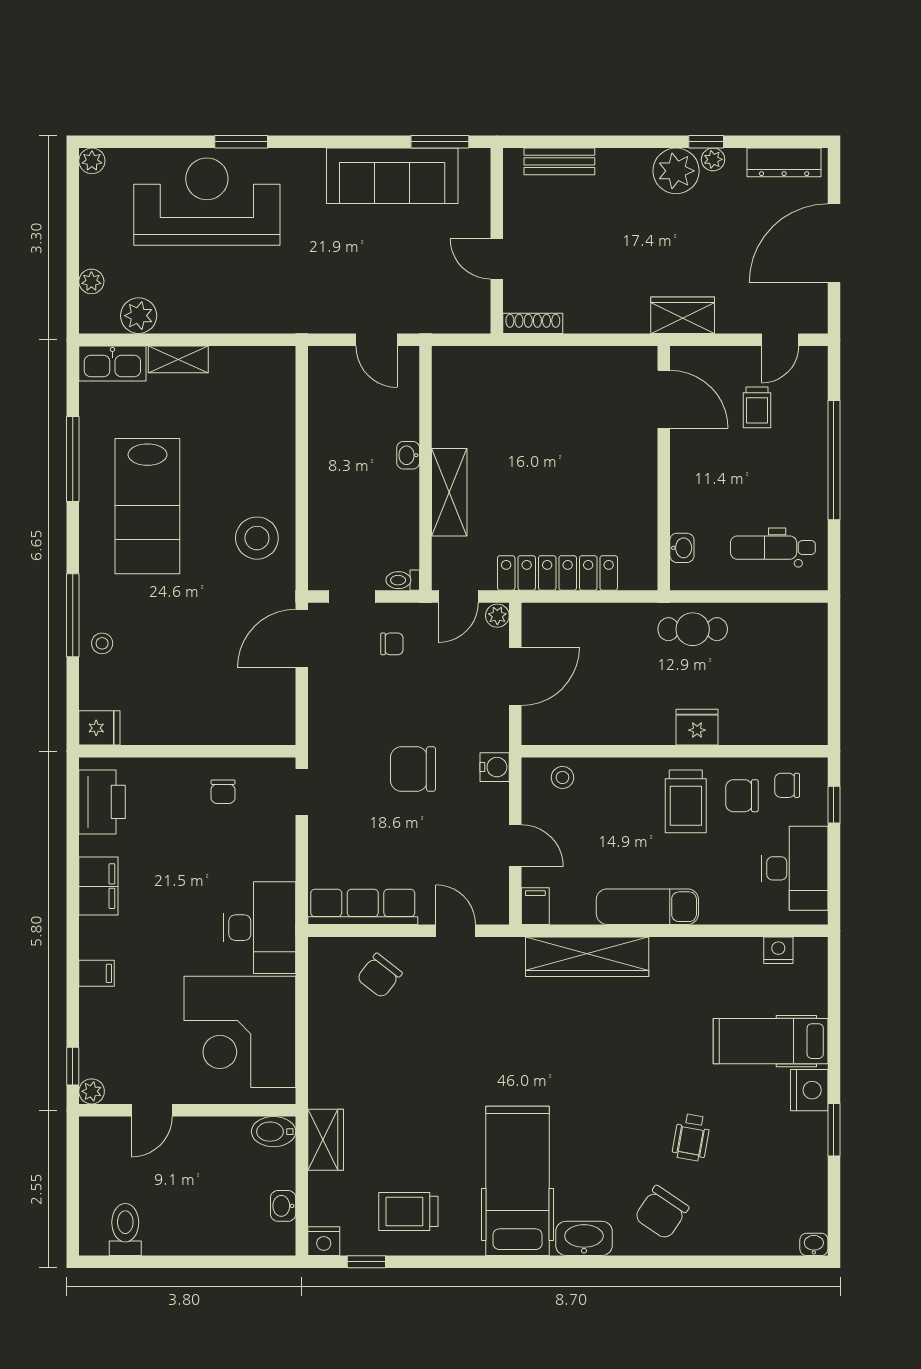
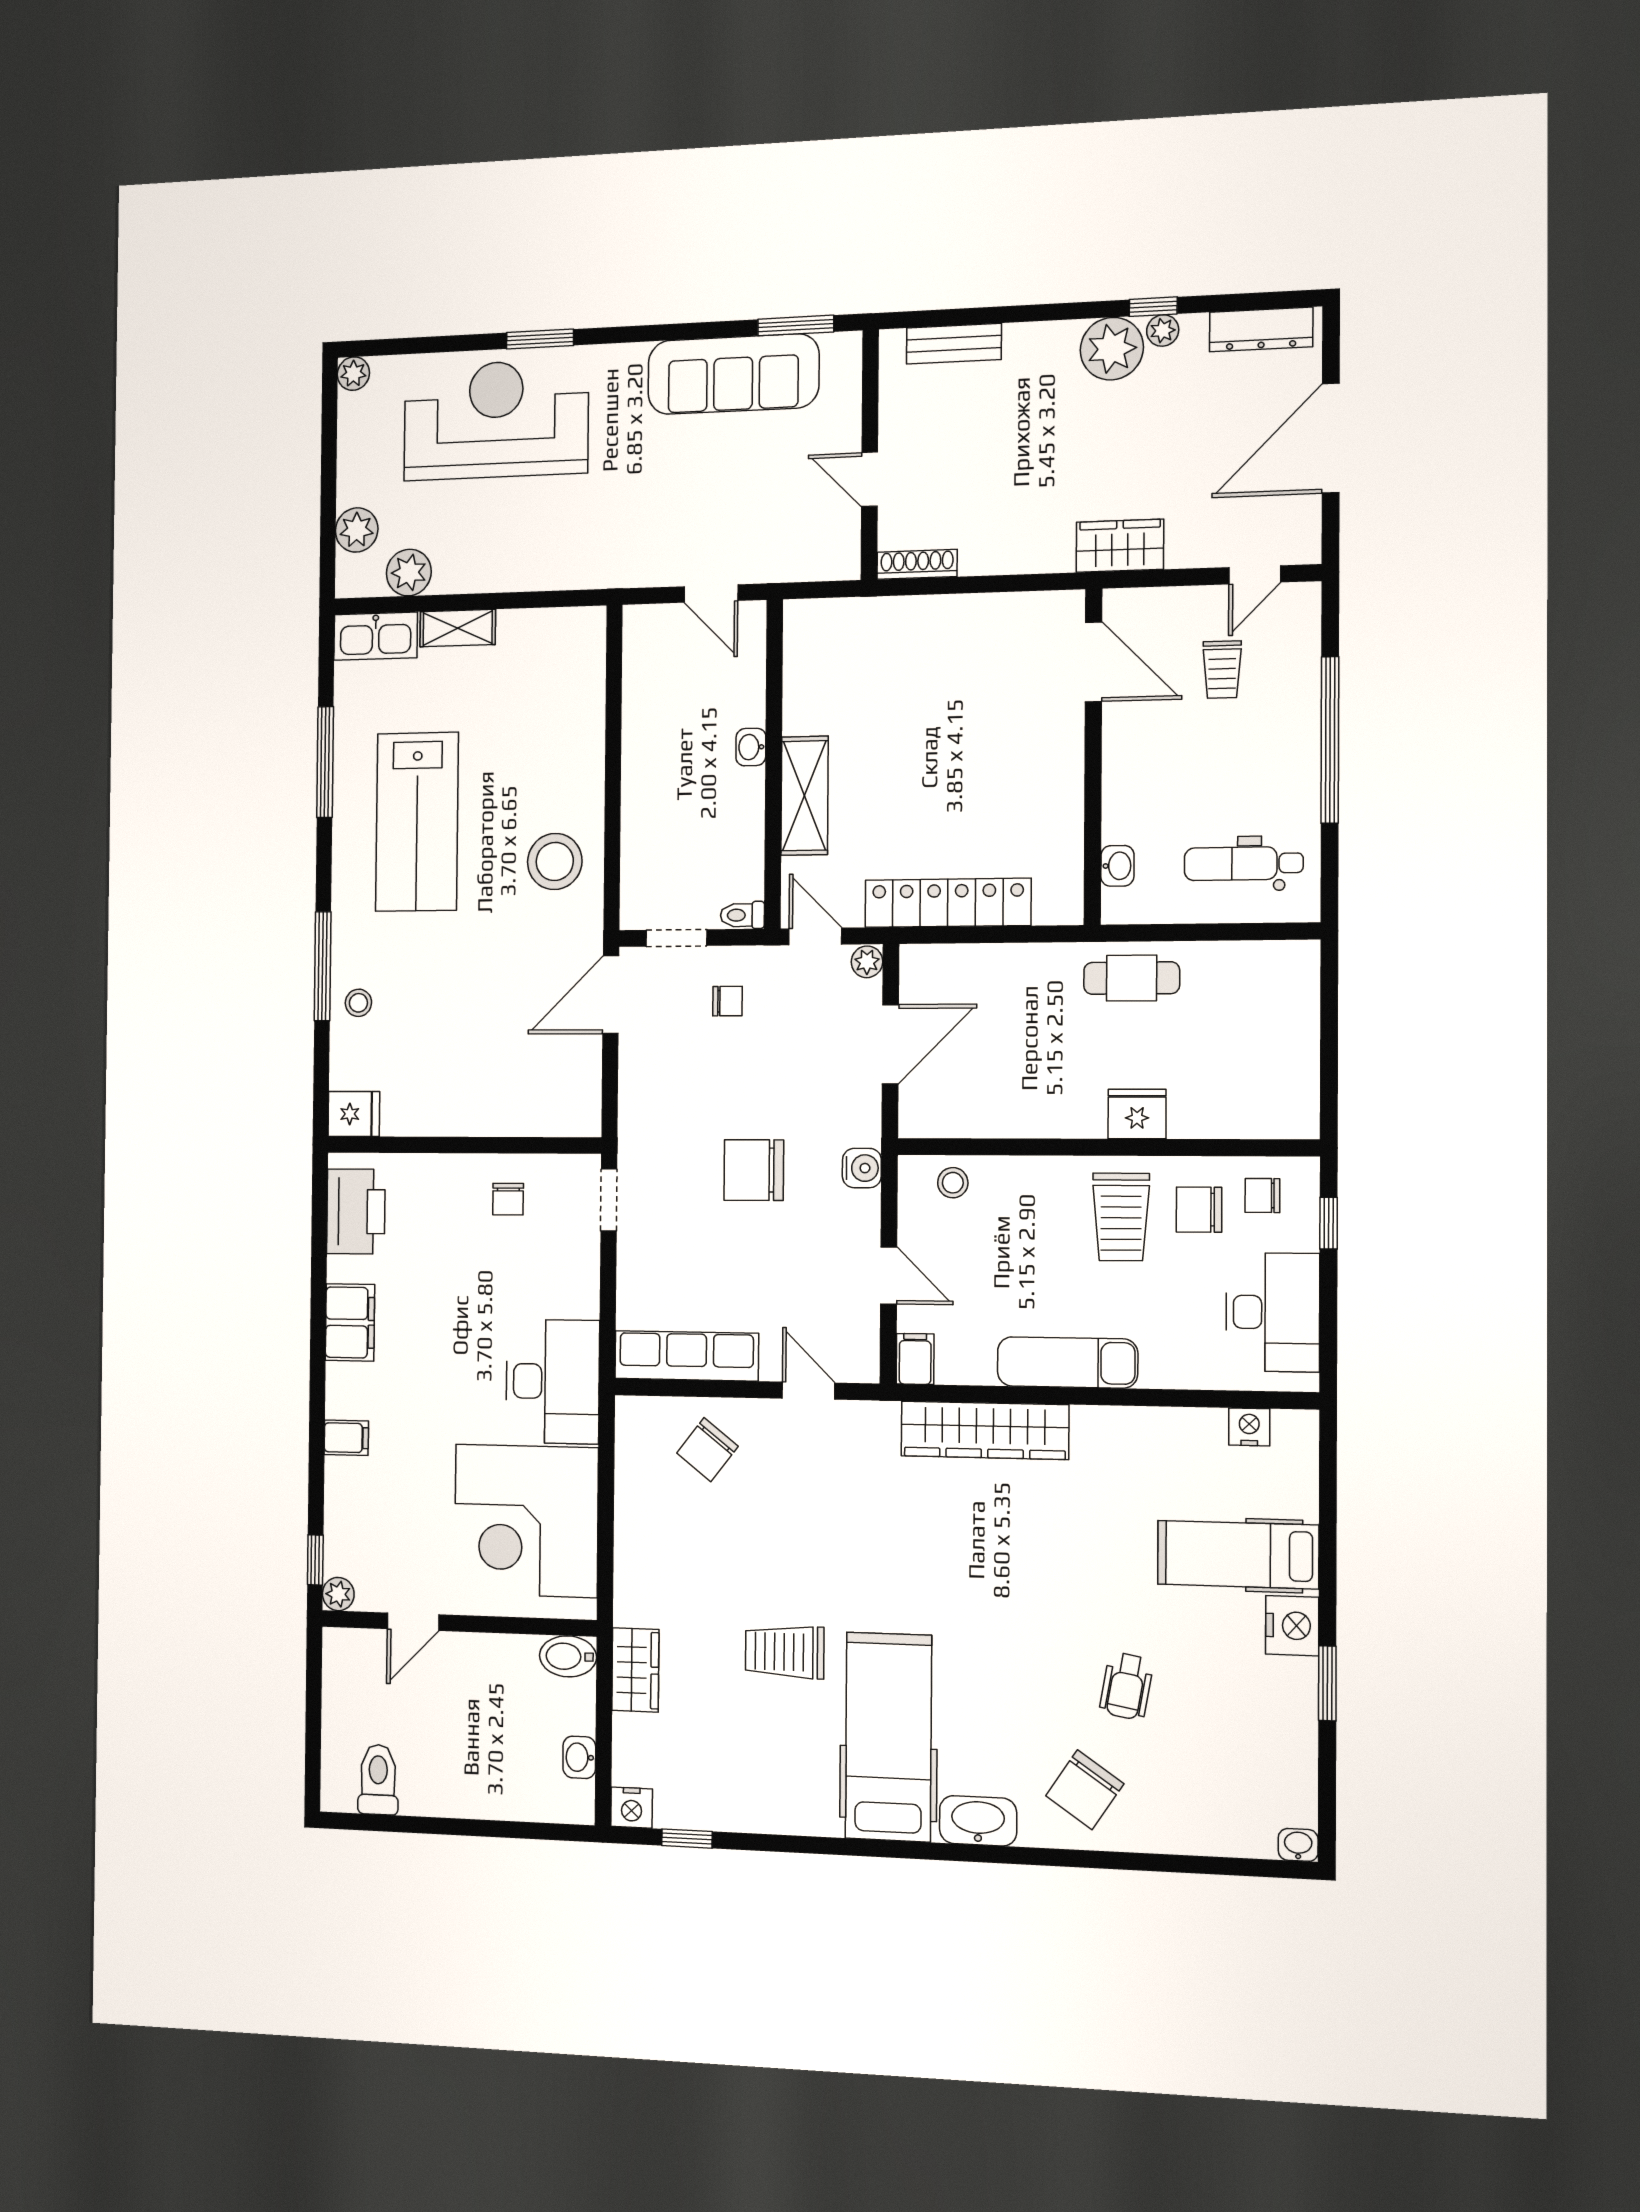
plant: (91, 281) -> (357, 530), width x1.38, depth x1.38
door: (458, 597) -> (815, 936), swing flipped
trolley: (408, 1211) -> (785, 1652), moved

